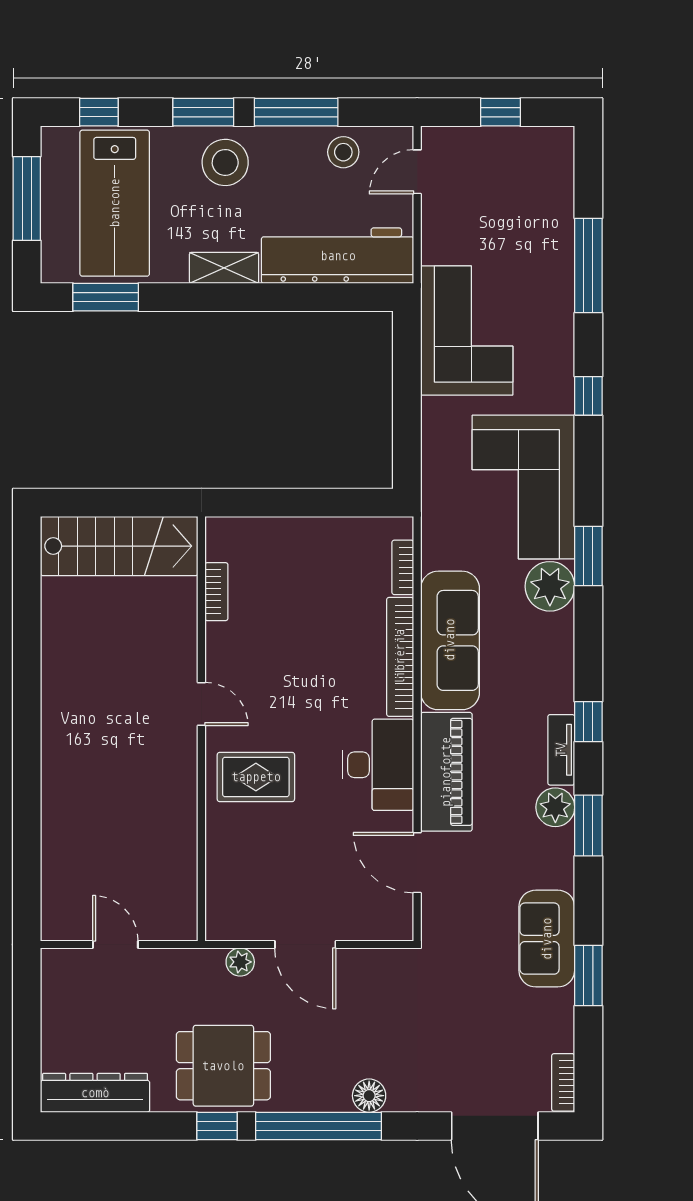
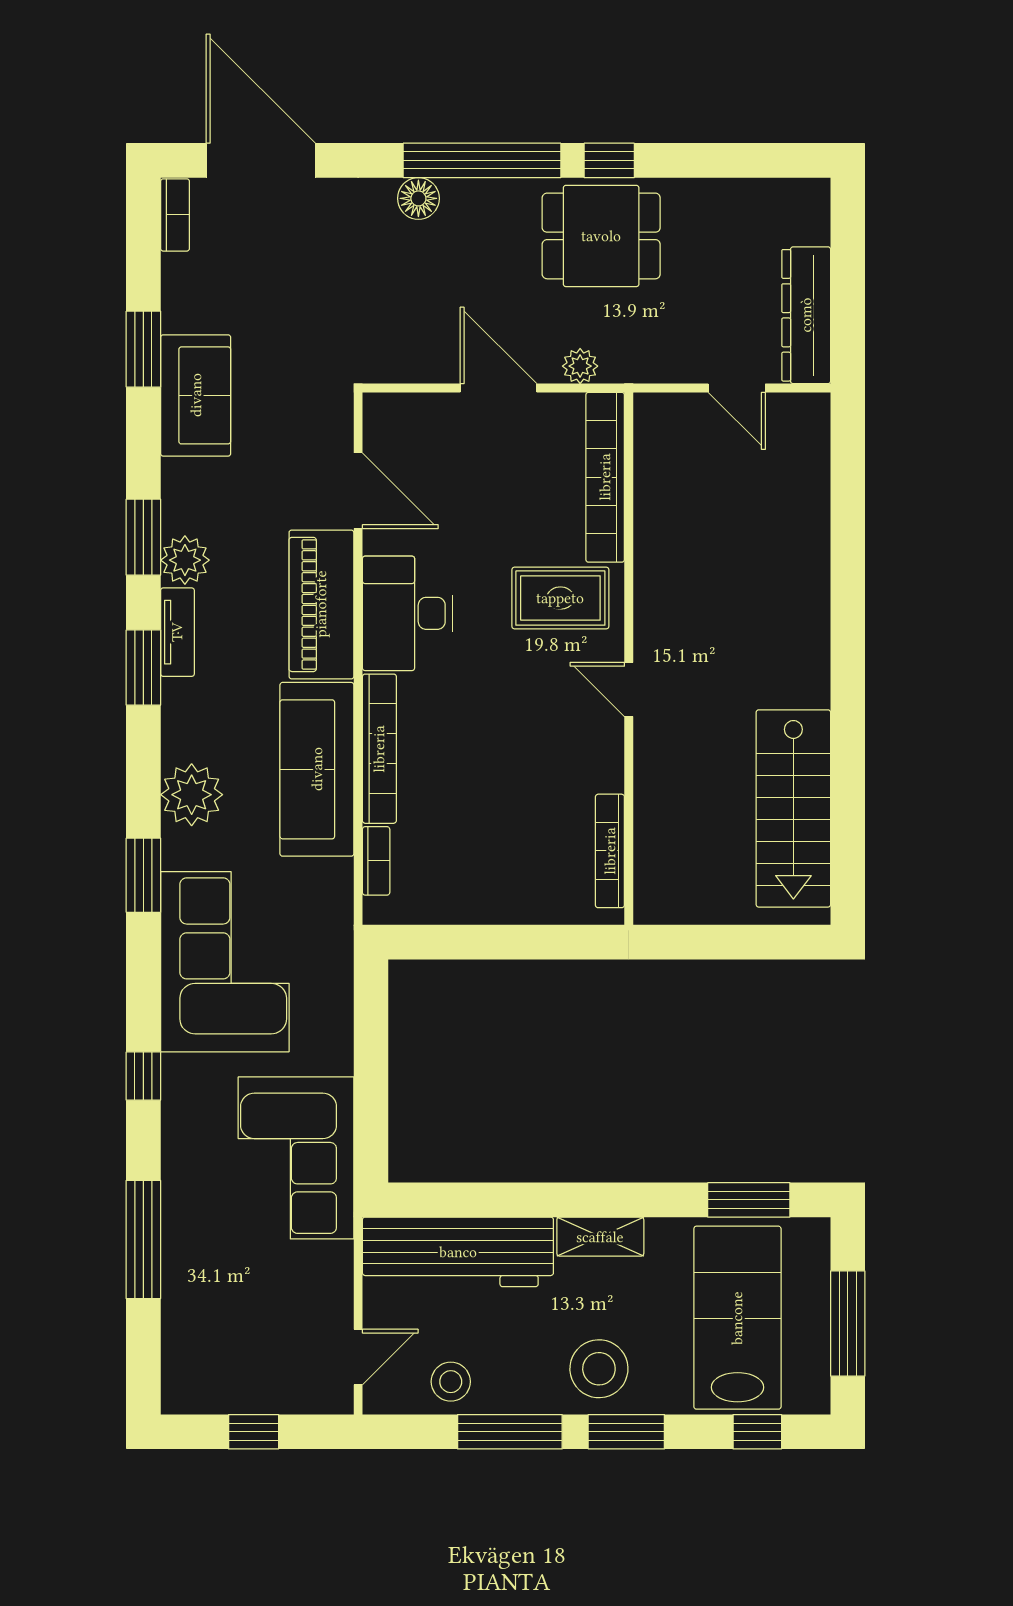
stairs: (119, 546) -> (793, 808), moved, turned -90
plant: (550, 586) -> (192, 795), moved
bookcase: (216, 592) -> (610, 851), width x1.56
window: (588, 722) -> (143, 668), width x1.50
bookcase: (220, 873) -> (605, 477), added
dresser: (95, 1093) -> (806, 315), moved, turned 90

